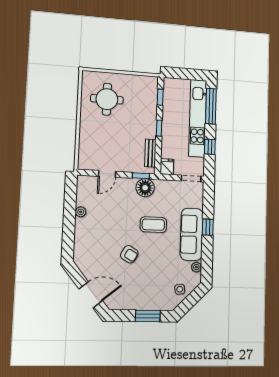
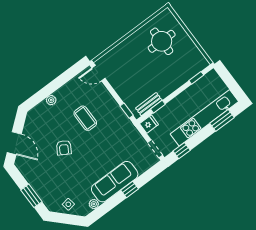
window: (211, 106) -> (222, 120), width x0.69
window: (159, 128) -> (158, 107), moved
window: (210, 147) -> (182, 151), moved
door: (107, 174) -> (98, 73), moved
floor lamp: (145, 188) -> (120, 121), removed
plant: (81, 212) -> (51, 100), moved
coffee table: (153, 225) -> (85, 118), moved

